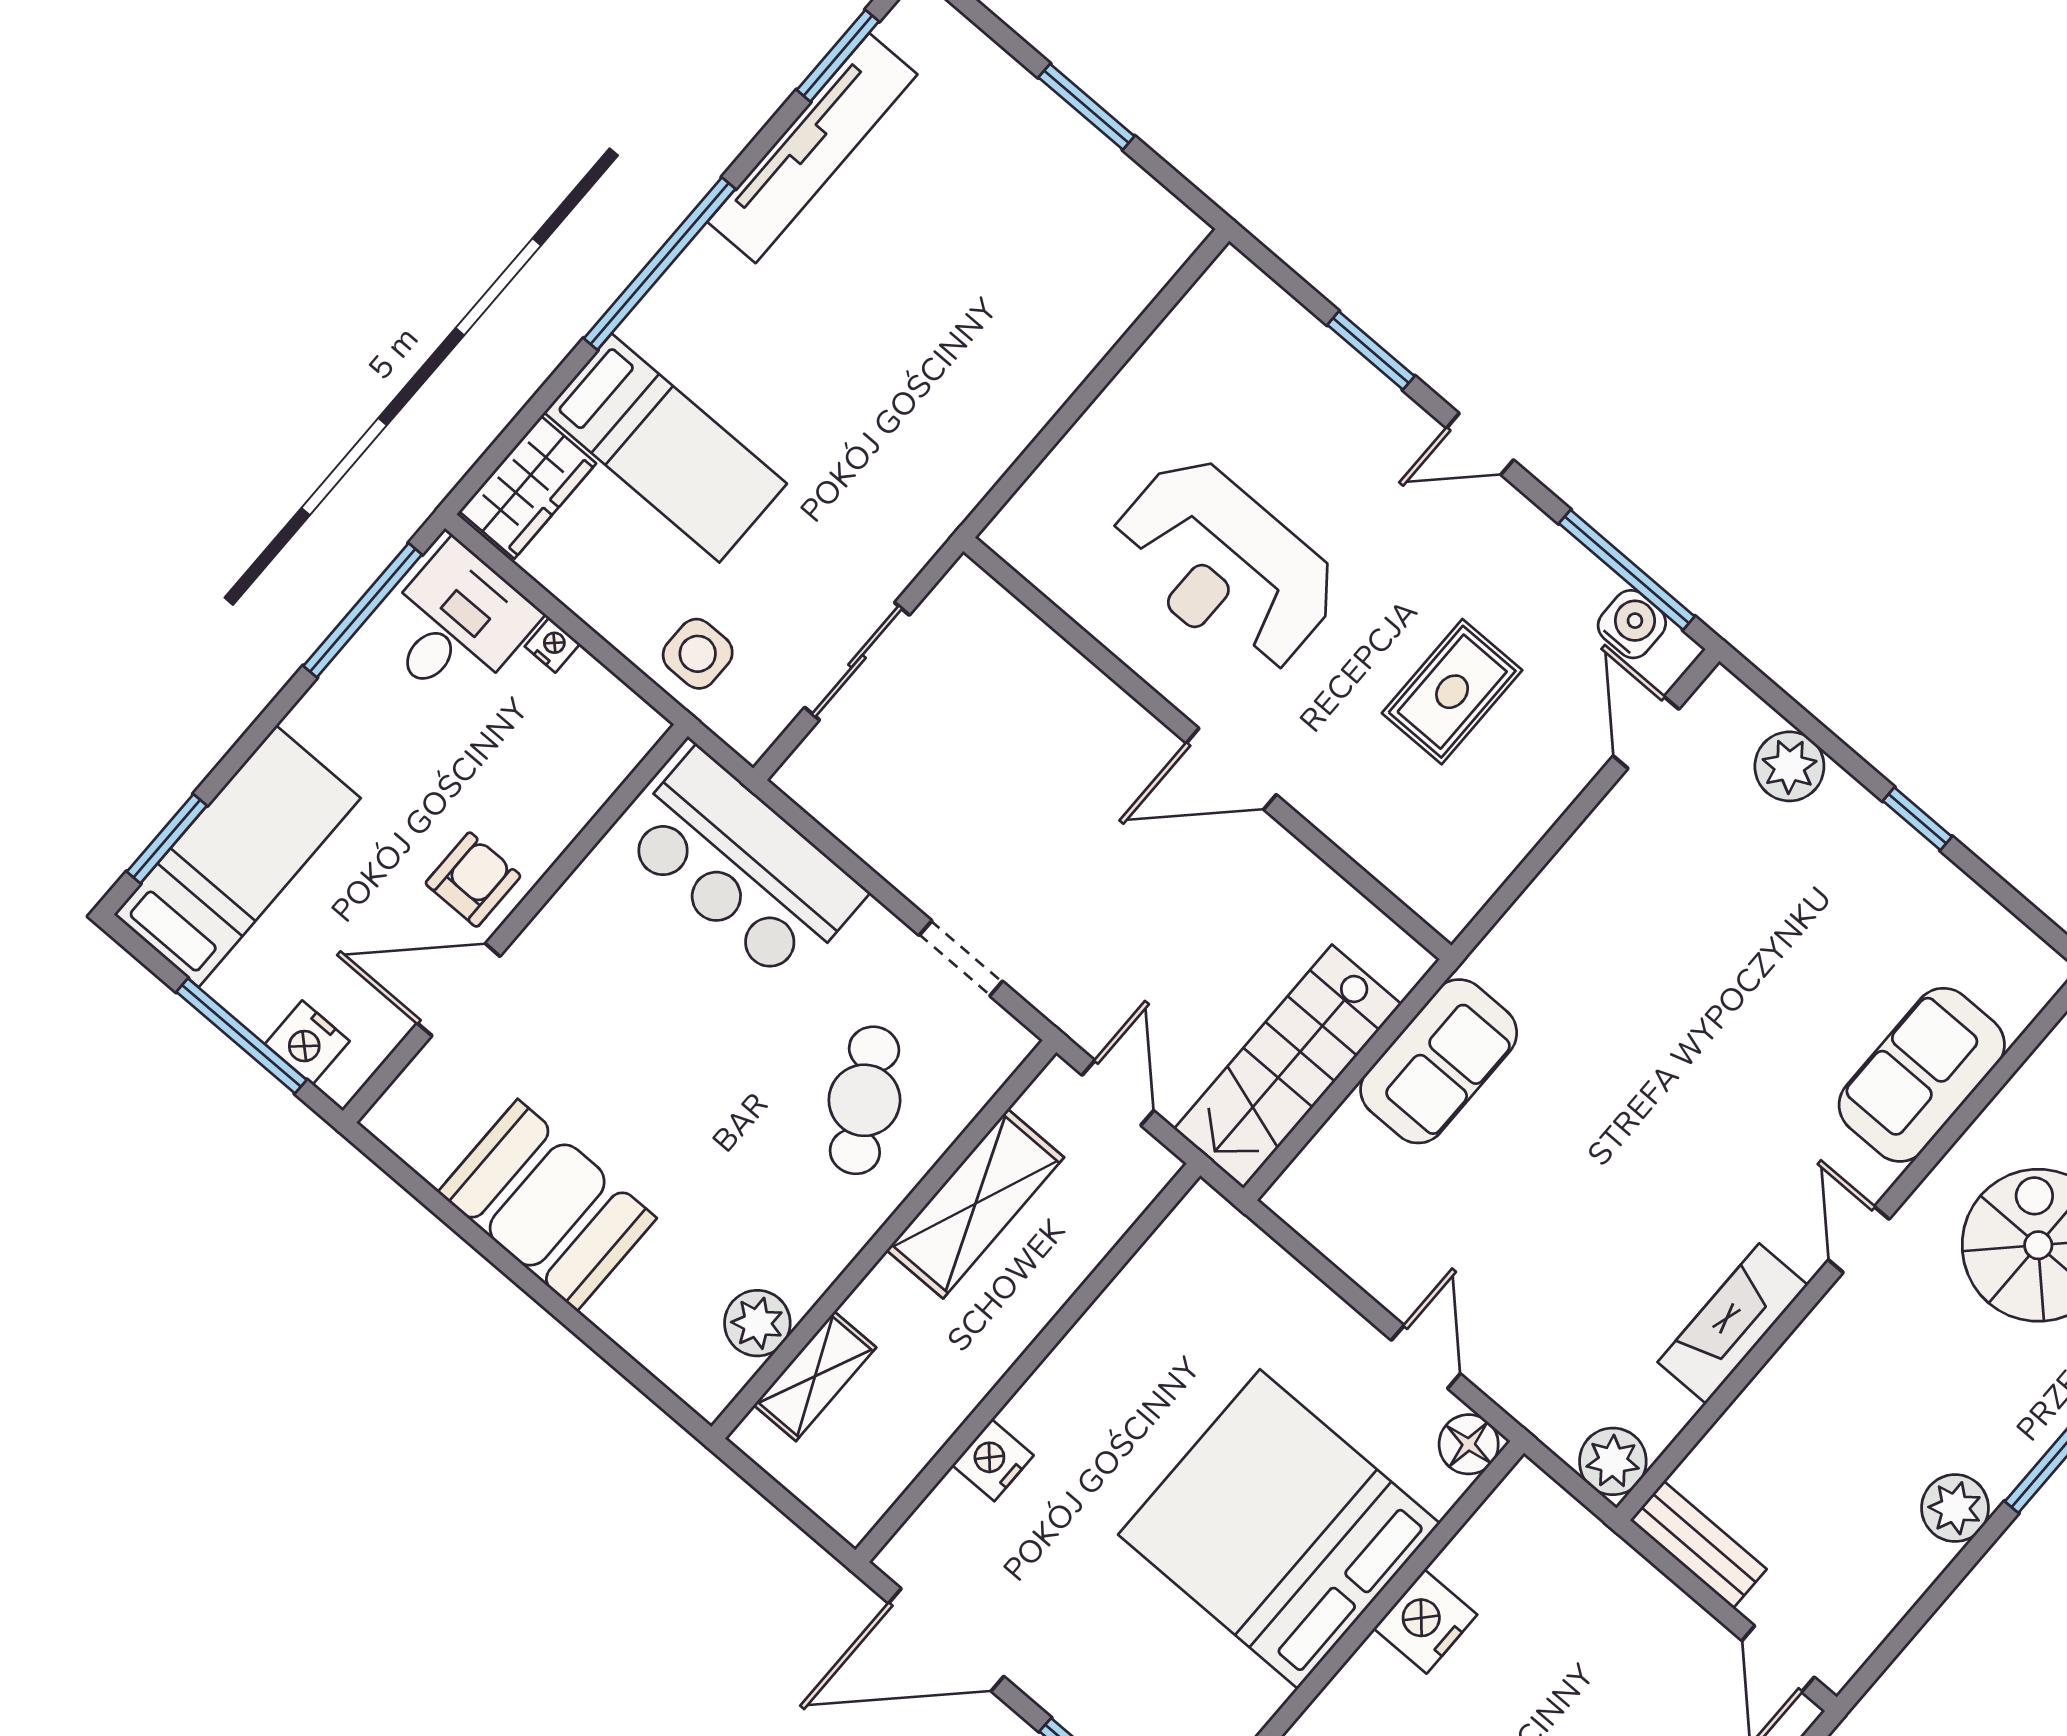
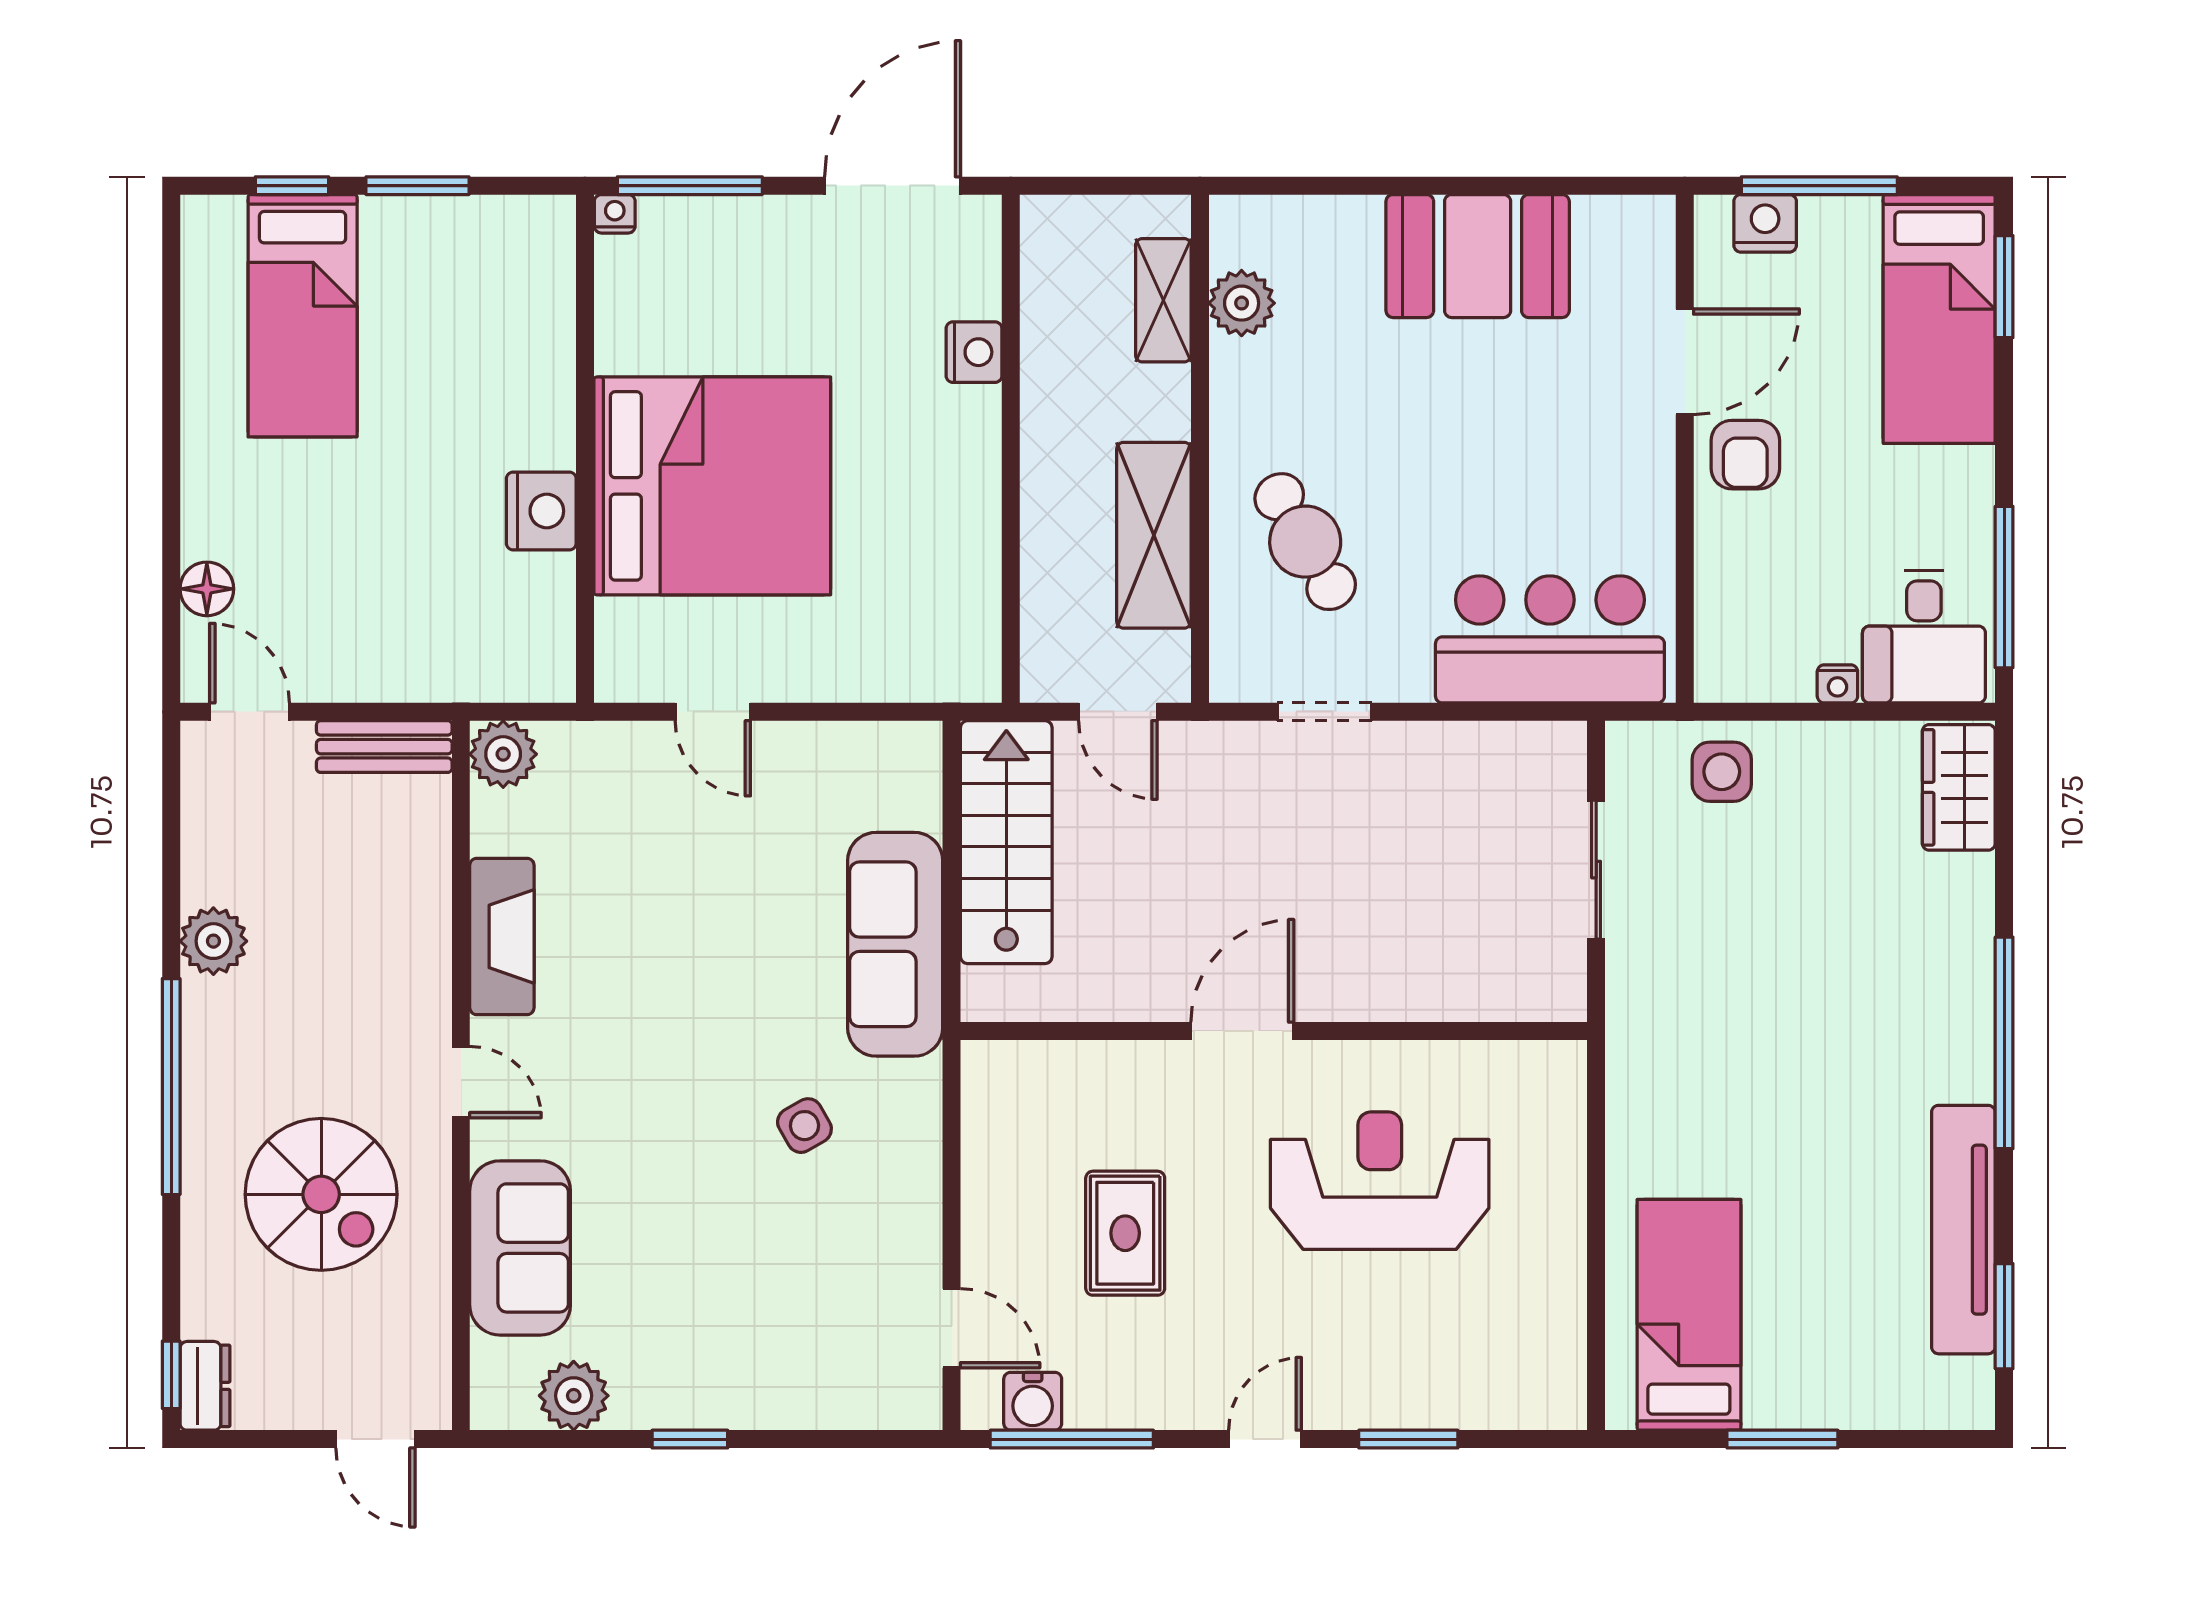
bed: (666, 448) -> (1689, 1315), moved, turned 90
plant: (1789, 766) -> (574, 1396), moved
side table: (1626, 983) -> (804, 1126), added
sofa: (1439, 1061) -> (895, 944), width x1.36
floor lamp: (1469, 1444) -> (624, 673), removed

